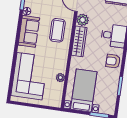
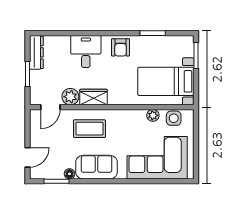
wardrobe: (79, 41) -> (93, 97), width x0.67
side table: (56, 92) -> (174, 118), added

